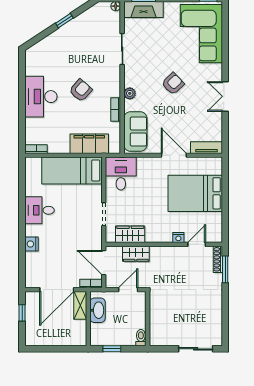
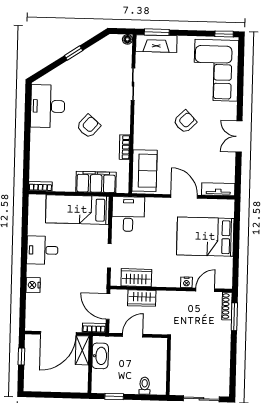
plant: (130, 93) -> (140, 131), removed
desk: (41, 97) -> (48, 106), moved
wall: (148, 319) -> (168, 366), moved

